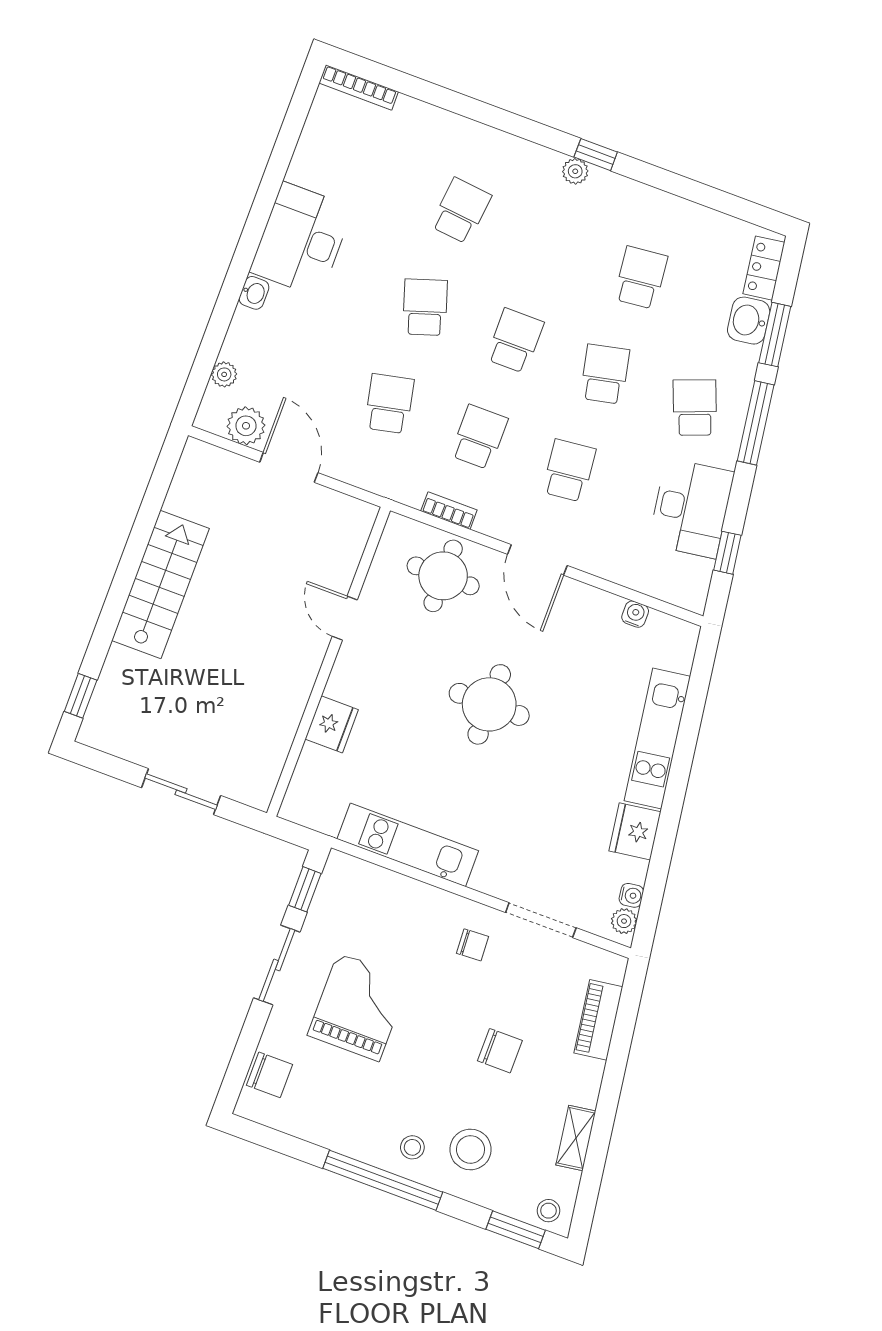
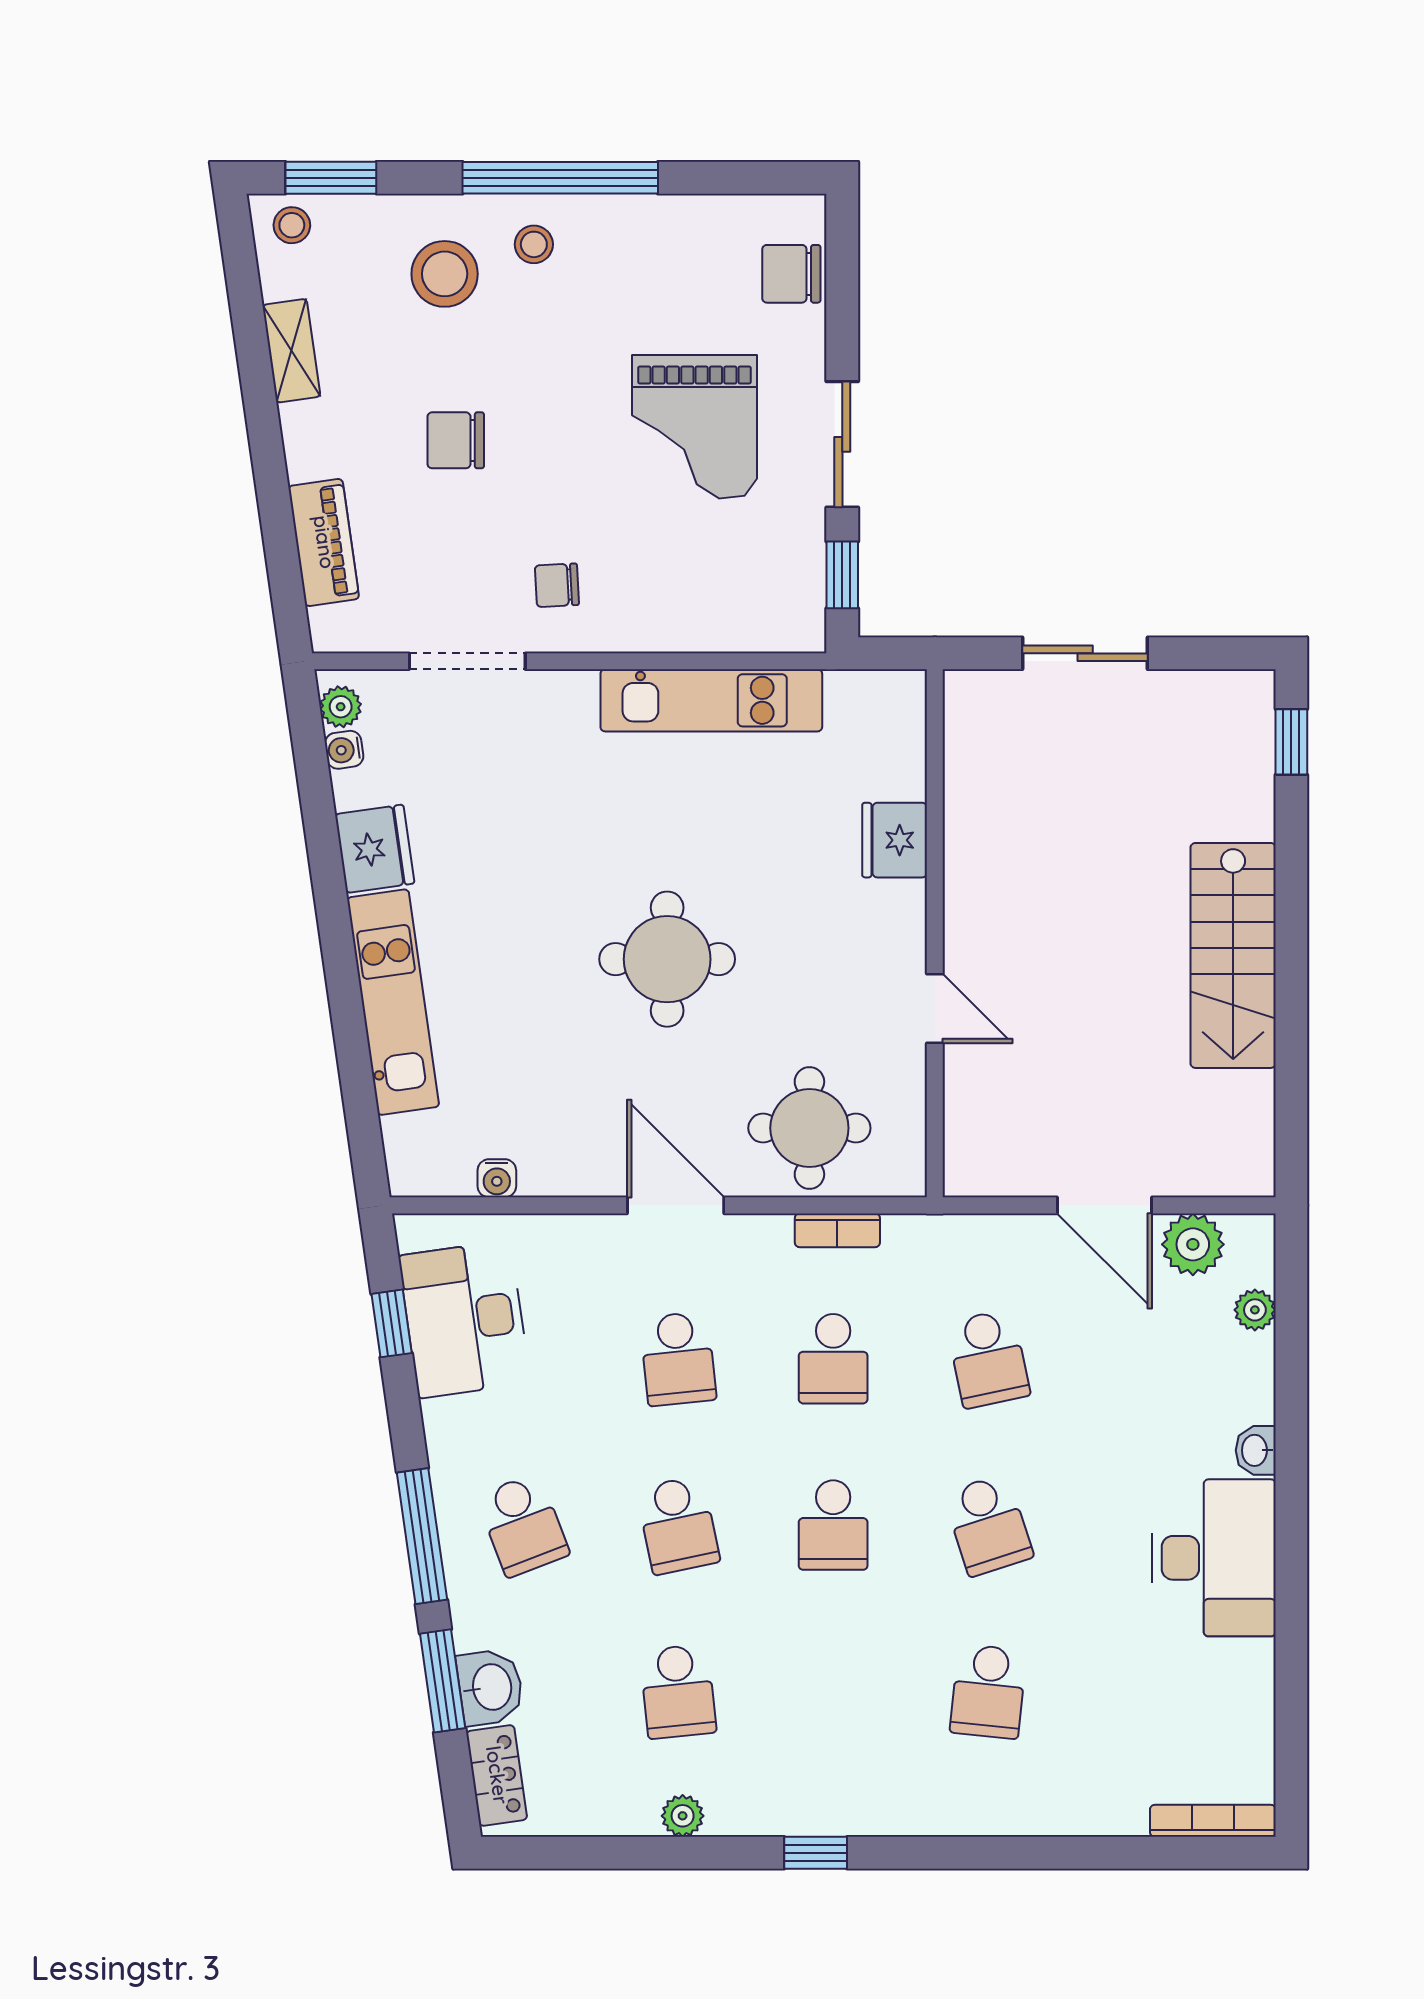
plant: (575, 171) -> (683, 1816), moved
desk: (691, 508) -> (464, 1319), moved

